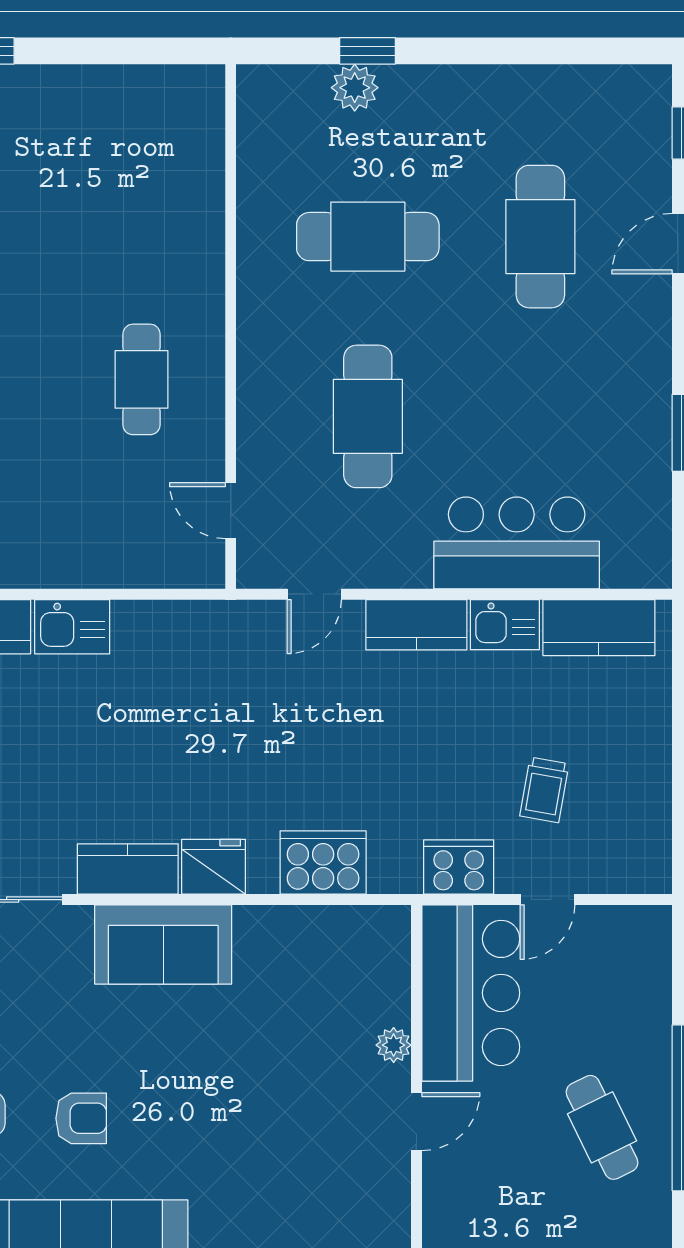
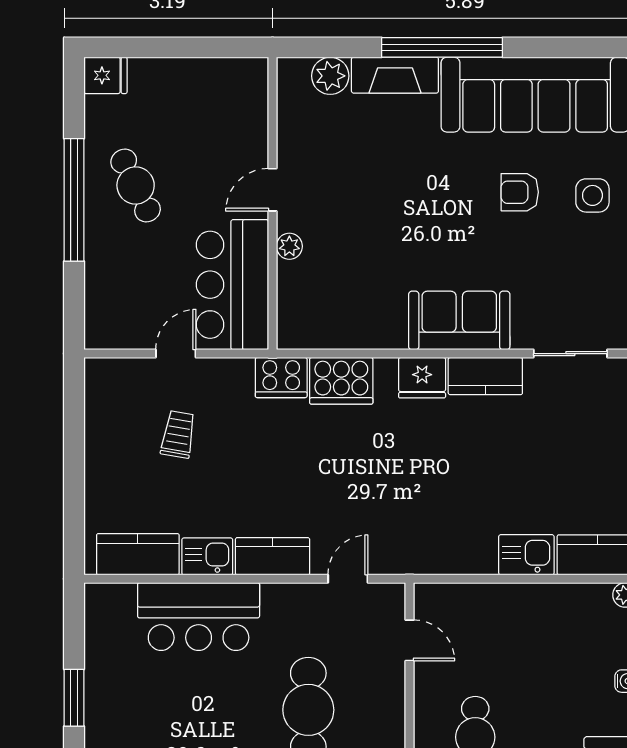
cooker: (459, 867) -> (281, 378), moved

